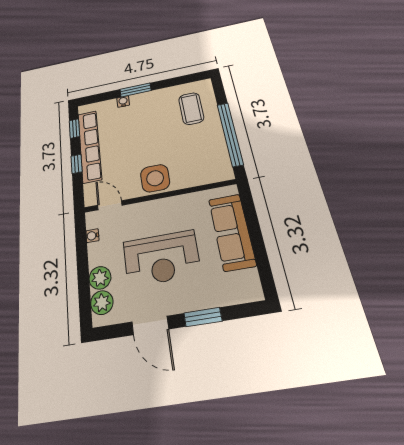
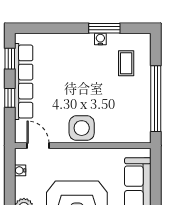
window: (136, 90) -> (104, 28), moved
water cooler: (123, 102) -> (100, 39), moved
coffee table: (191, 109) -> (126, 63), width x0.73, depth x0.77

